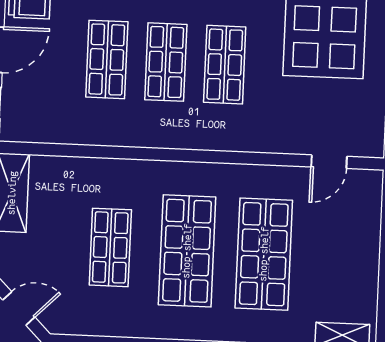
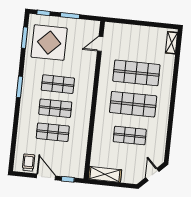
door: (329, 162) -> (100, 44), swing flipped

